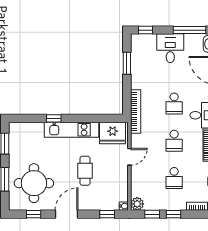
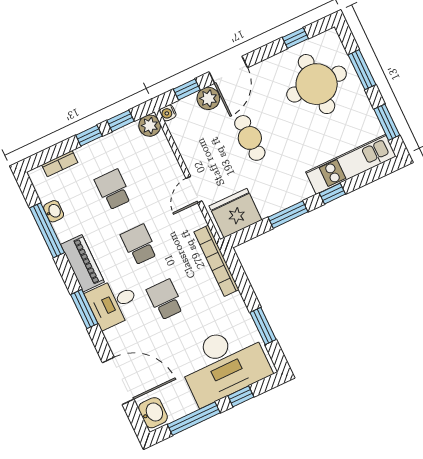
window: (146, 30) -> (241, 396), moved
desk: (170, 48) -> (224, 364), width x1.87, depth x1.30
window: (84, 118) -> (288, 215), added
kitchen unit: (72, 130) -> (351, 164), moved
plant: (98, 204) -> (208, 98), added
door: (67, 214) -> (228, 70), moved

